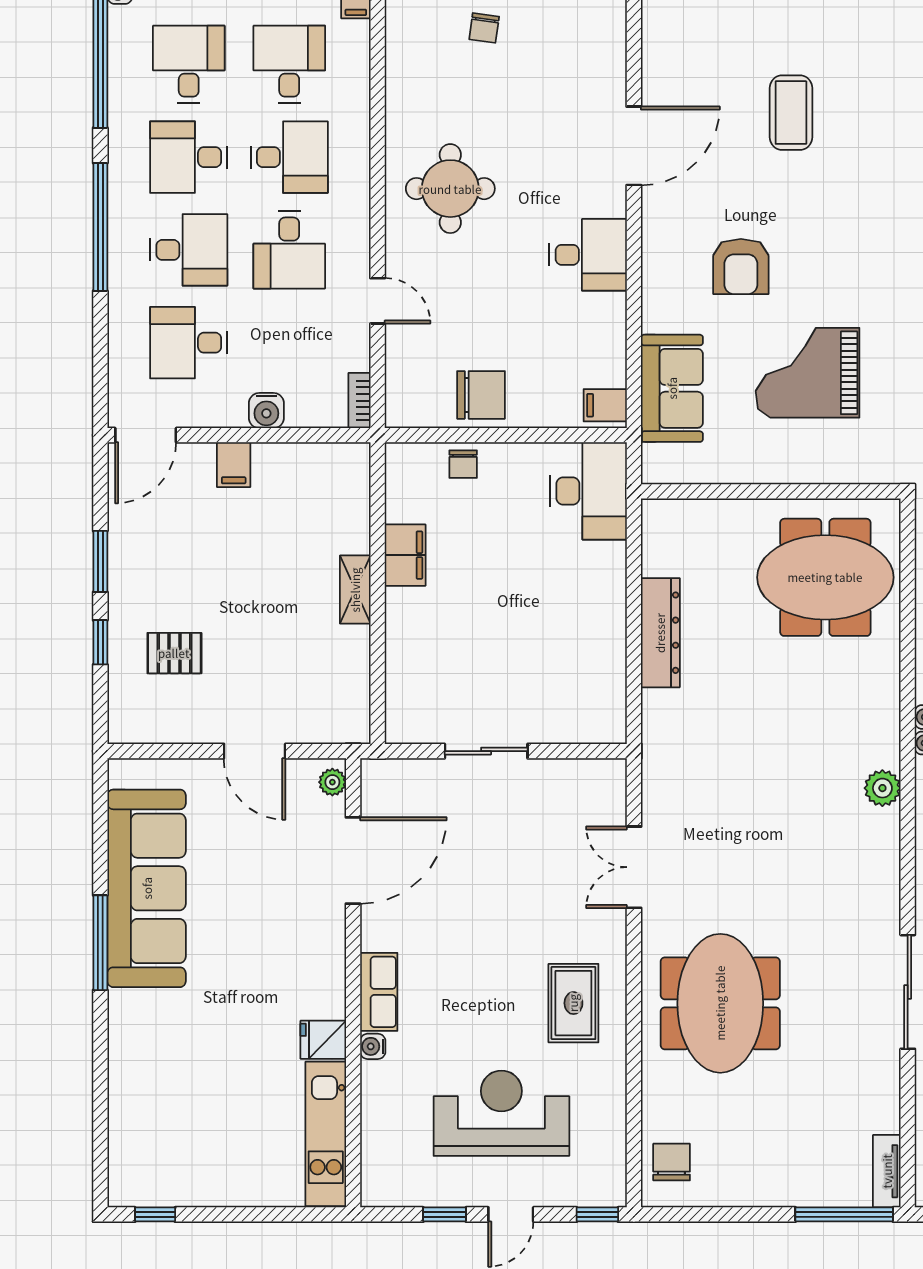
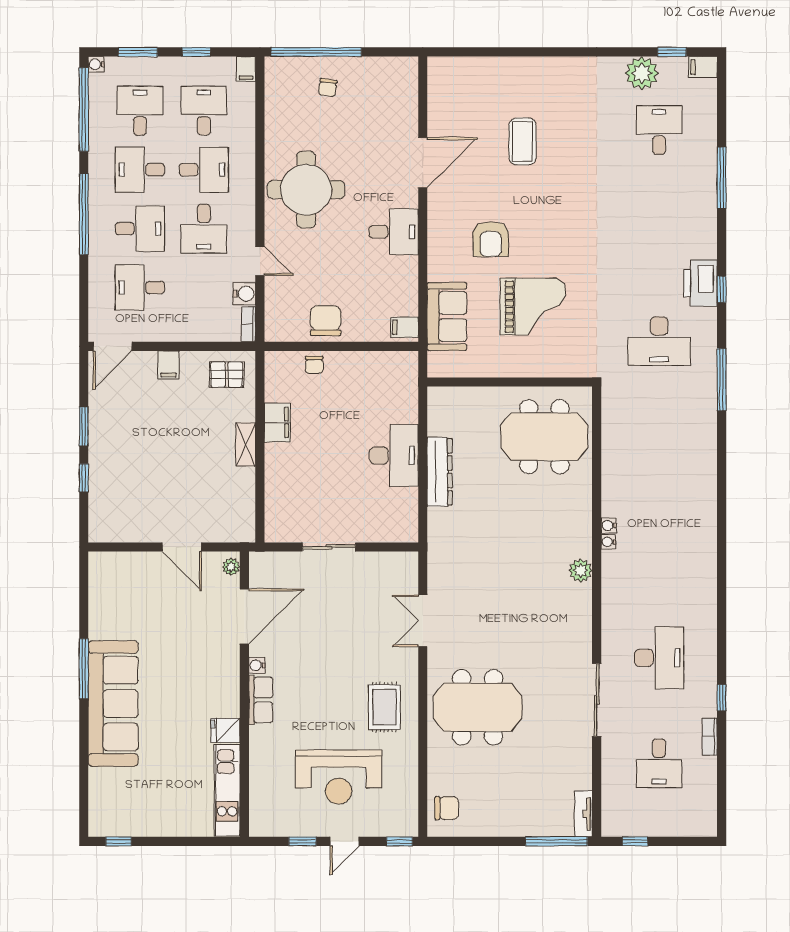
round table: (450, 189) -> (306, 190), width x1.36, depth x1.36
grand piano: (808, 373) -> (533, 307), turned 180
chair: (481, 395) -> (326, 321), turned -90
water cooler: (266, 411) -> (244, 294), moved, turned -90
desk: (589, 491) -> (394, 456), moved
pallet: (174, 653) -> (227, 375), moved
sofa: (147, 888) -> (113, 704), moved
meeting table: (720, 1003) -> (478, 707), turned 90
water cooler: (373, 1046) -> (257, 665), moved
reception desk: (501, 1113) -> (339, 777), turned 180
chair: (672, 1162) -> (447, 808), turned 90

